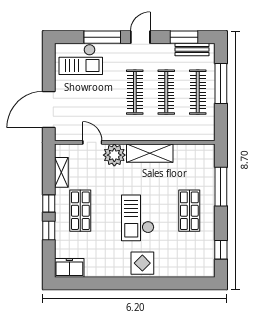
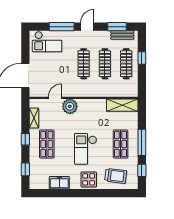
window: (221, 84) -> (142, 58), width x0.46
door: (92, 142) -> (55, 98), hinge flipped
shelving: (150, 153) -> (122, 105), moved
window: (221, 187) -> (142, 142), moved
window: (49, 231) -> (25, 169), moved
trolley: (182, 258) -> (116, 176), added
freezer: (69, 268) -> (59, 183), moved

